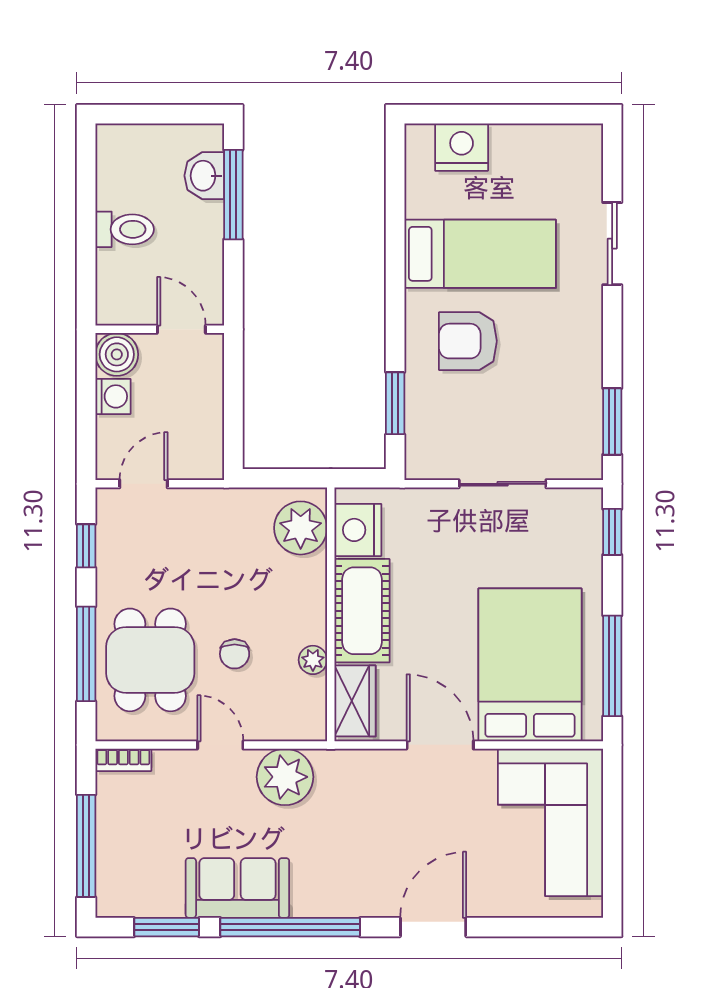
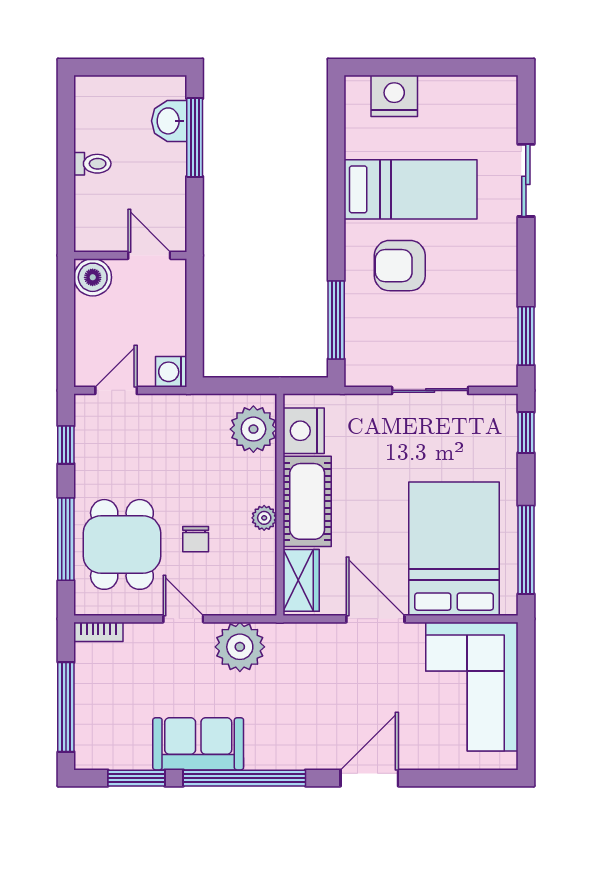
toilet: (125, 229) -> (92, 164), width x0.73, depth x0.72
washing machine: (113, 396) -> (171, 372), moved, turned 180
window: (395, 403) -> (336, 320), width x1.44
plant: (313, 660) -> (264, 518), moved

